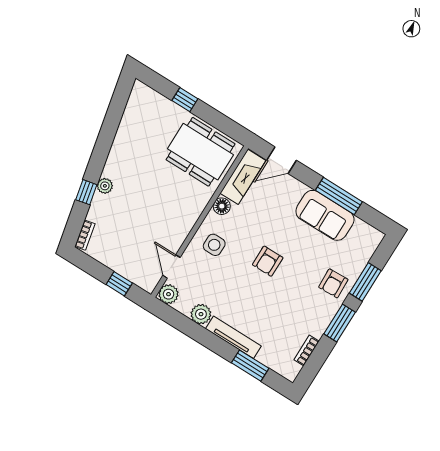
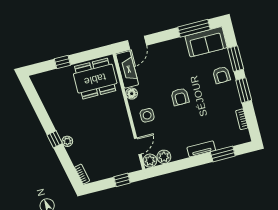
window: (86, 192) -> (55, 139), moved
window: (339, 196) -> (194, 28), moved
sofa: (325, 215) -> (206, 42), moved
door: (172, 266) -> (138, 146), swing flipped
plant: (201, 314) -> (164, 157), moved
tv unit: (233, 337) -> (201, 149), width x0.71

